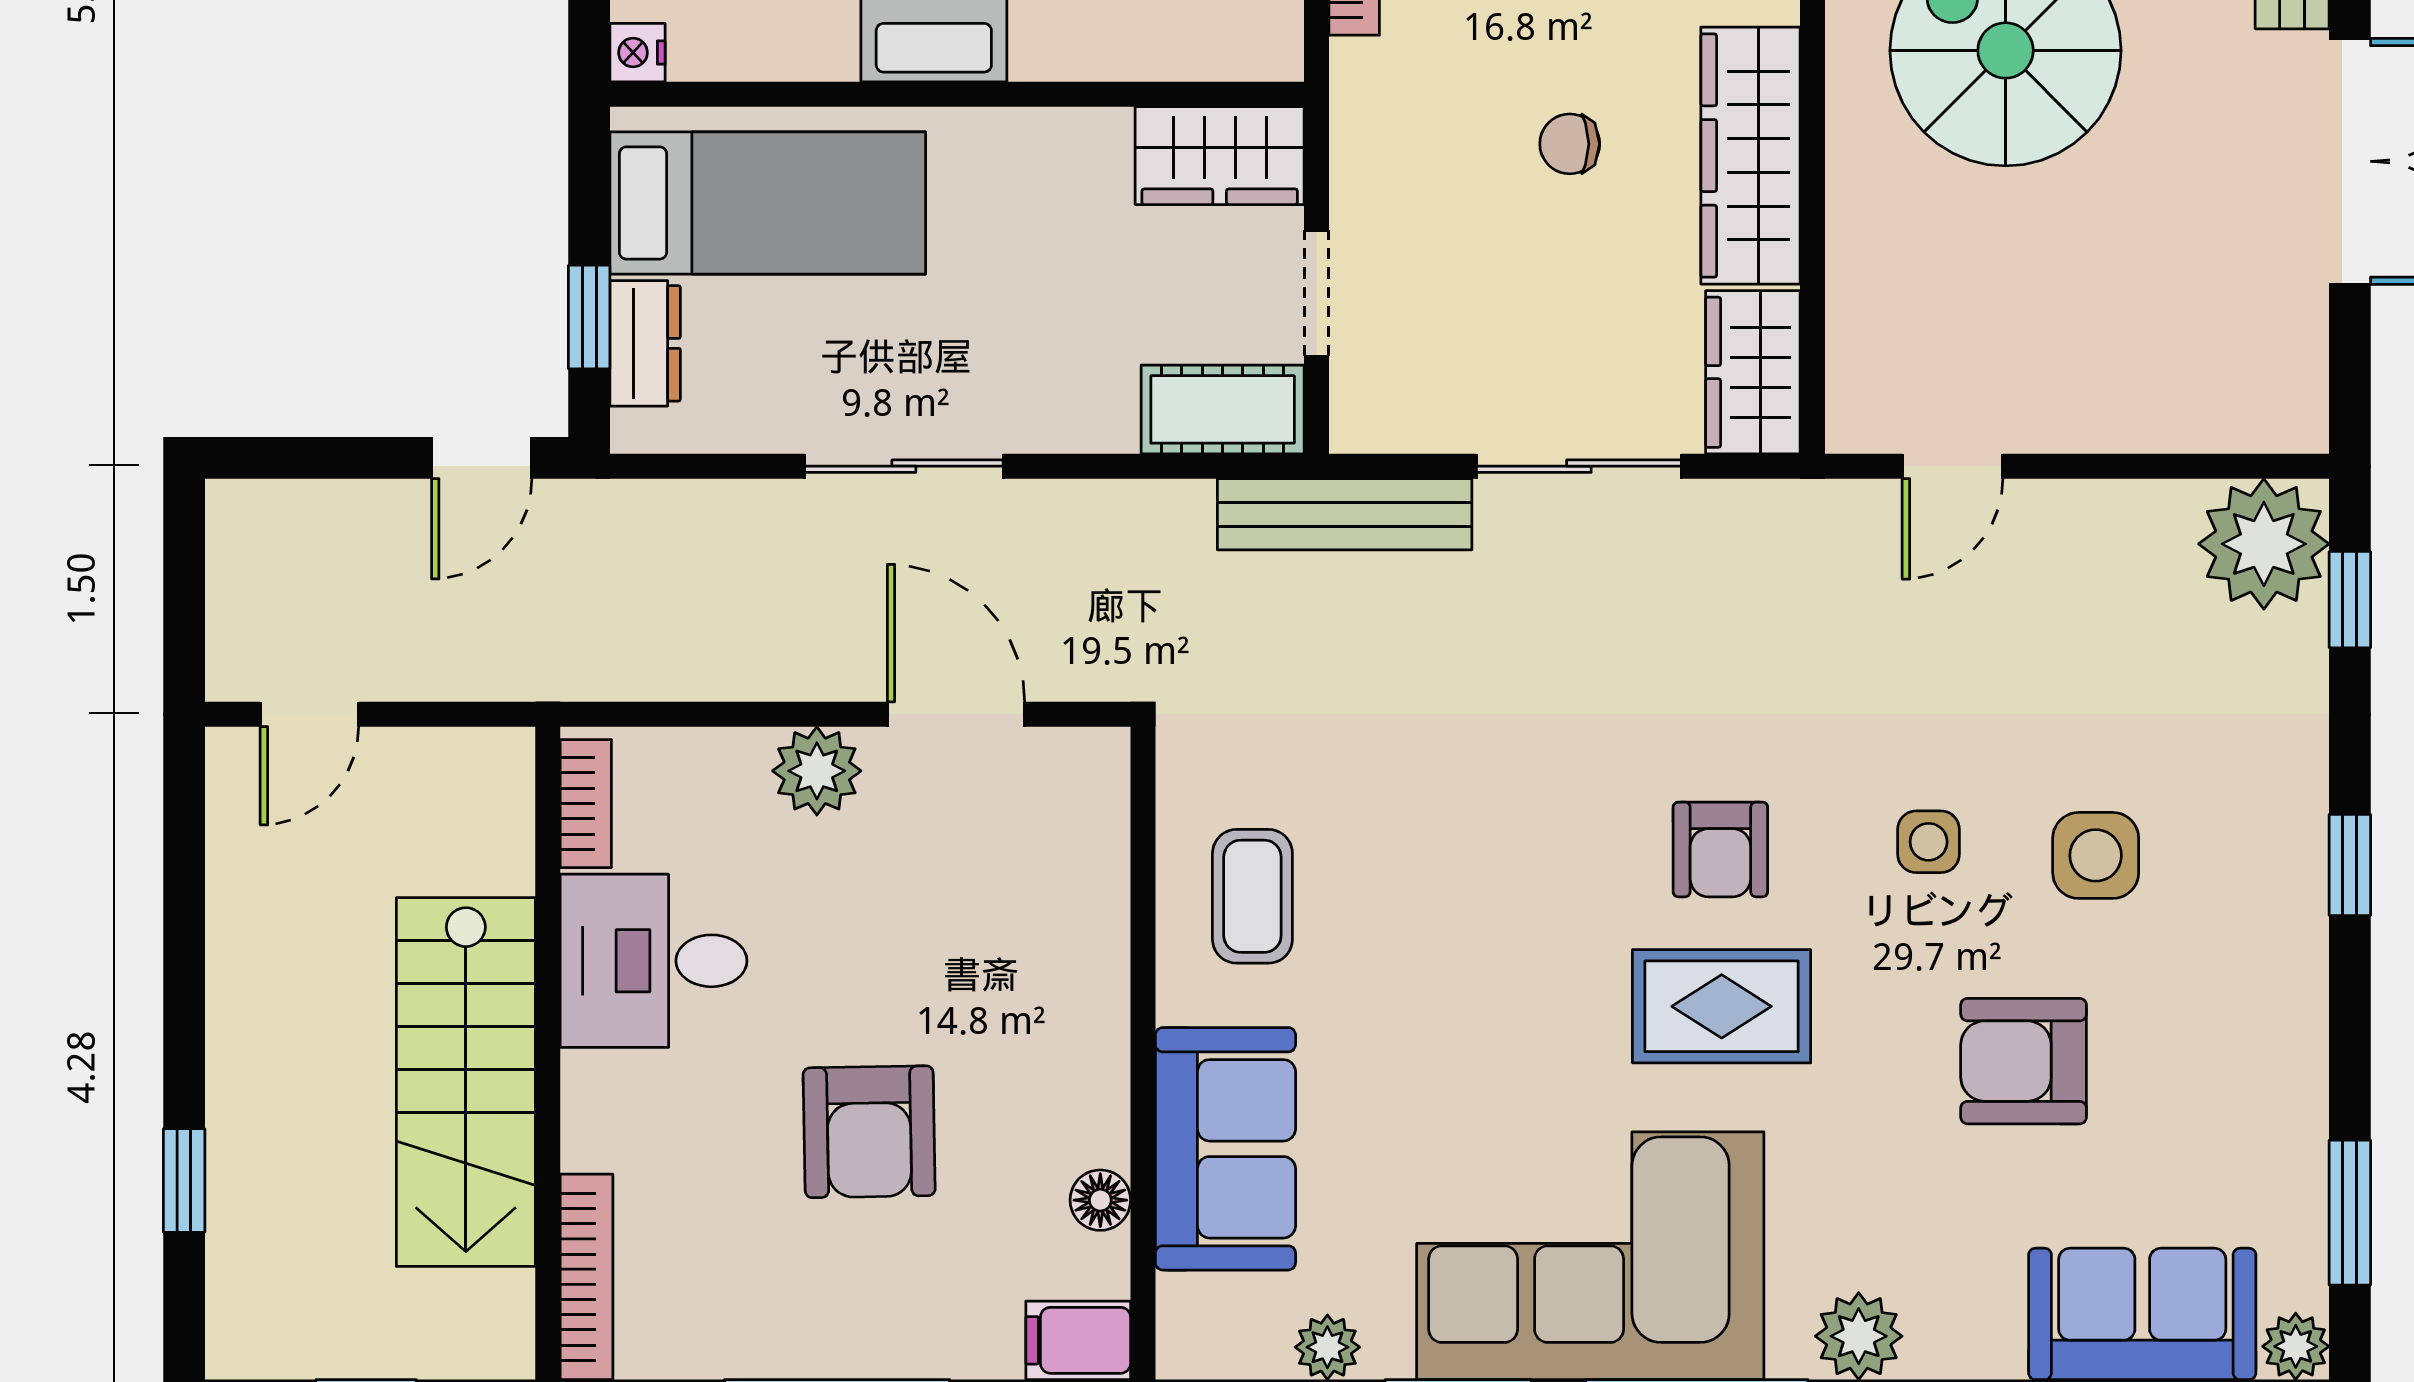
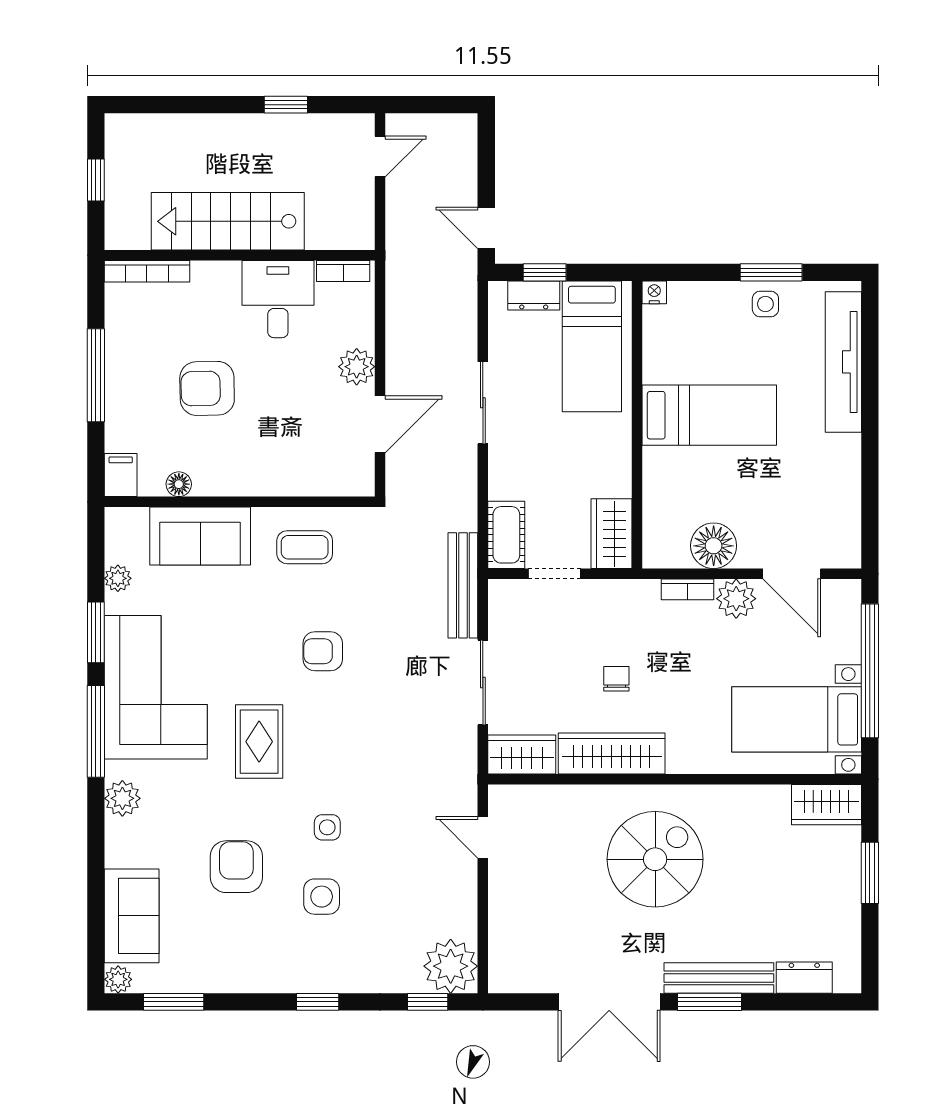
door: (309, 714) -> (380, 157), swing flipped
armchair: (1720, 849) -> (323, 651), moved
window: (184, 1180) -> (286, 105), moved

